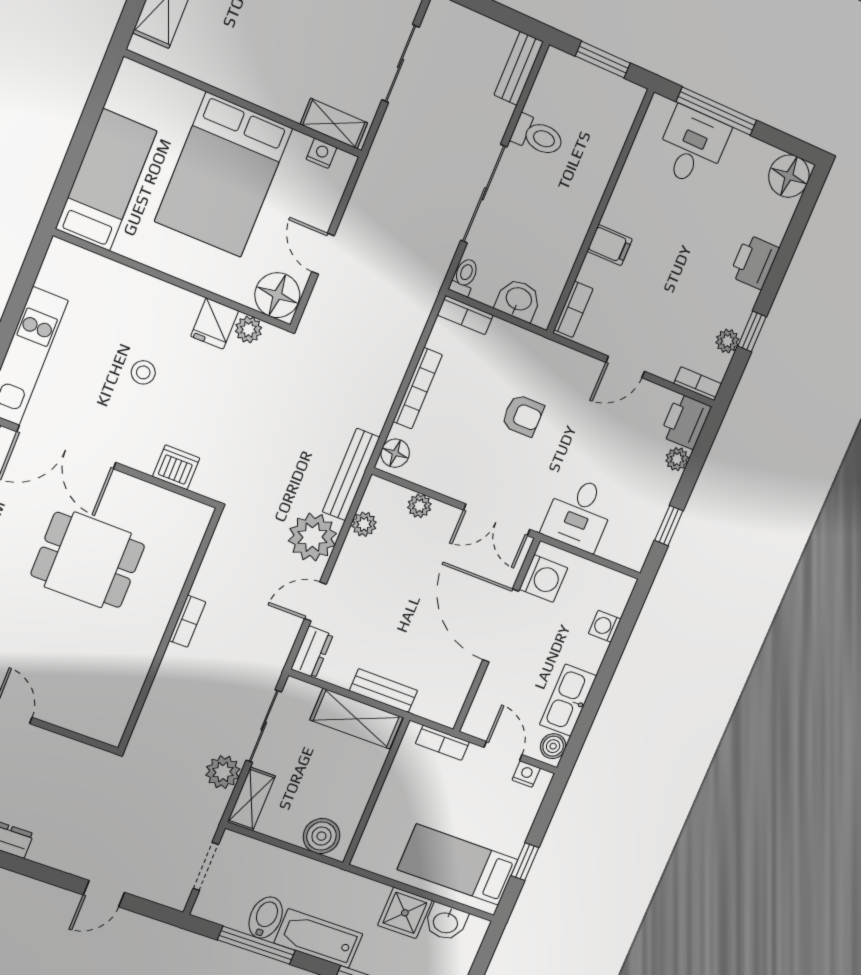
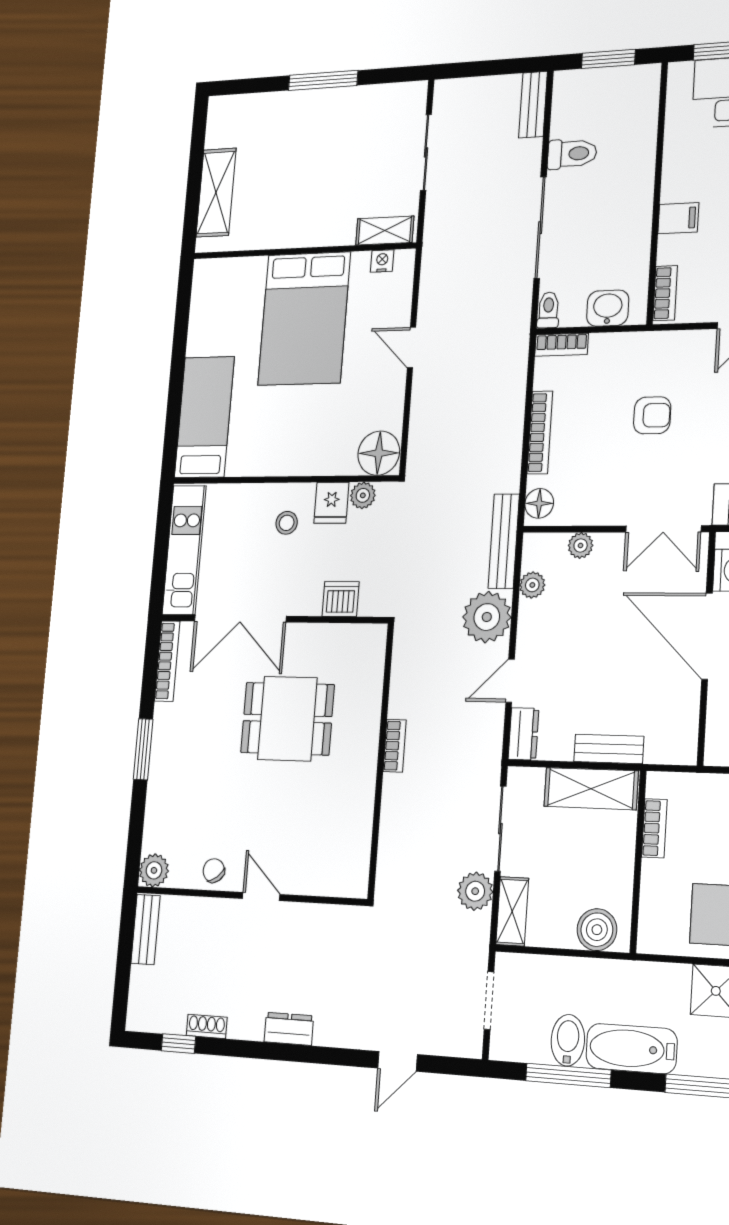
bed: (106, 180) -> (204, 417), moved
wall: (173, 281) -> (284, 480), moved
floor lamp: (277, 295) -> (379, 453), moved
fridge: (215, 324) -> (331, 503), moved
plant: (249, 329) -> (363, 495), moved
bookcase: (442, 743) -> (654, 828), moved, turned -90

